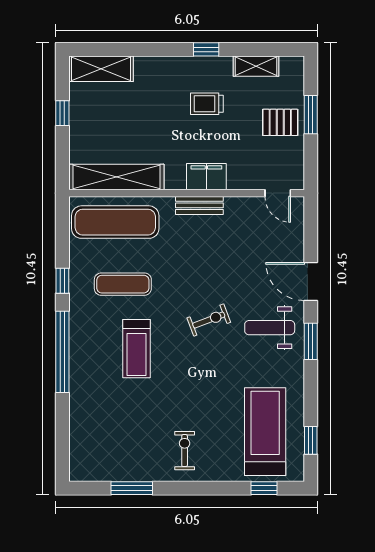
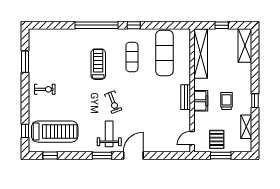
shelving: (116, 177) -> (201, 54), moved
filing cabinet: (206, 177) -> (201, 101), moved
wall: (187, 193) -> (192, 90), moved
door: (278, 193) -> (192, 138), moved
bench: (199, 205) -> (186, 97), moved
treadmill: (136, 349) -> (98, 64), turned 90

